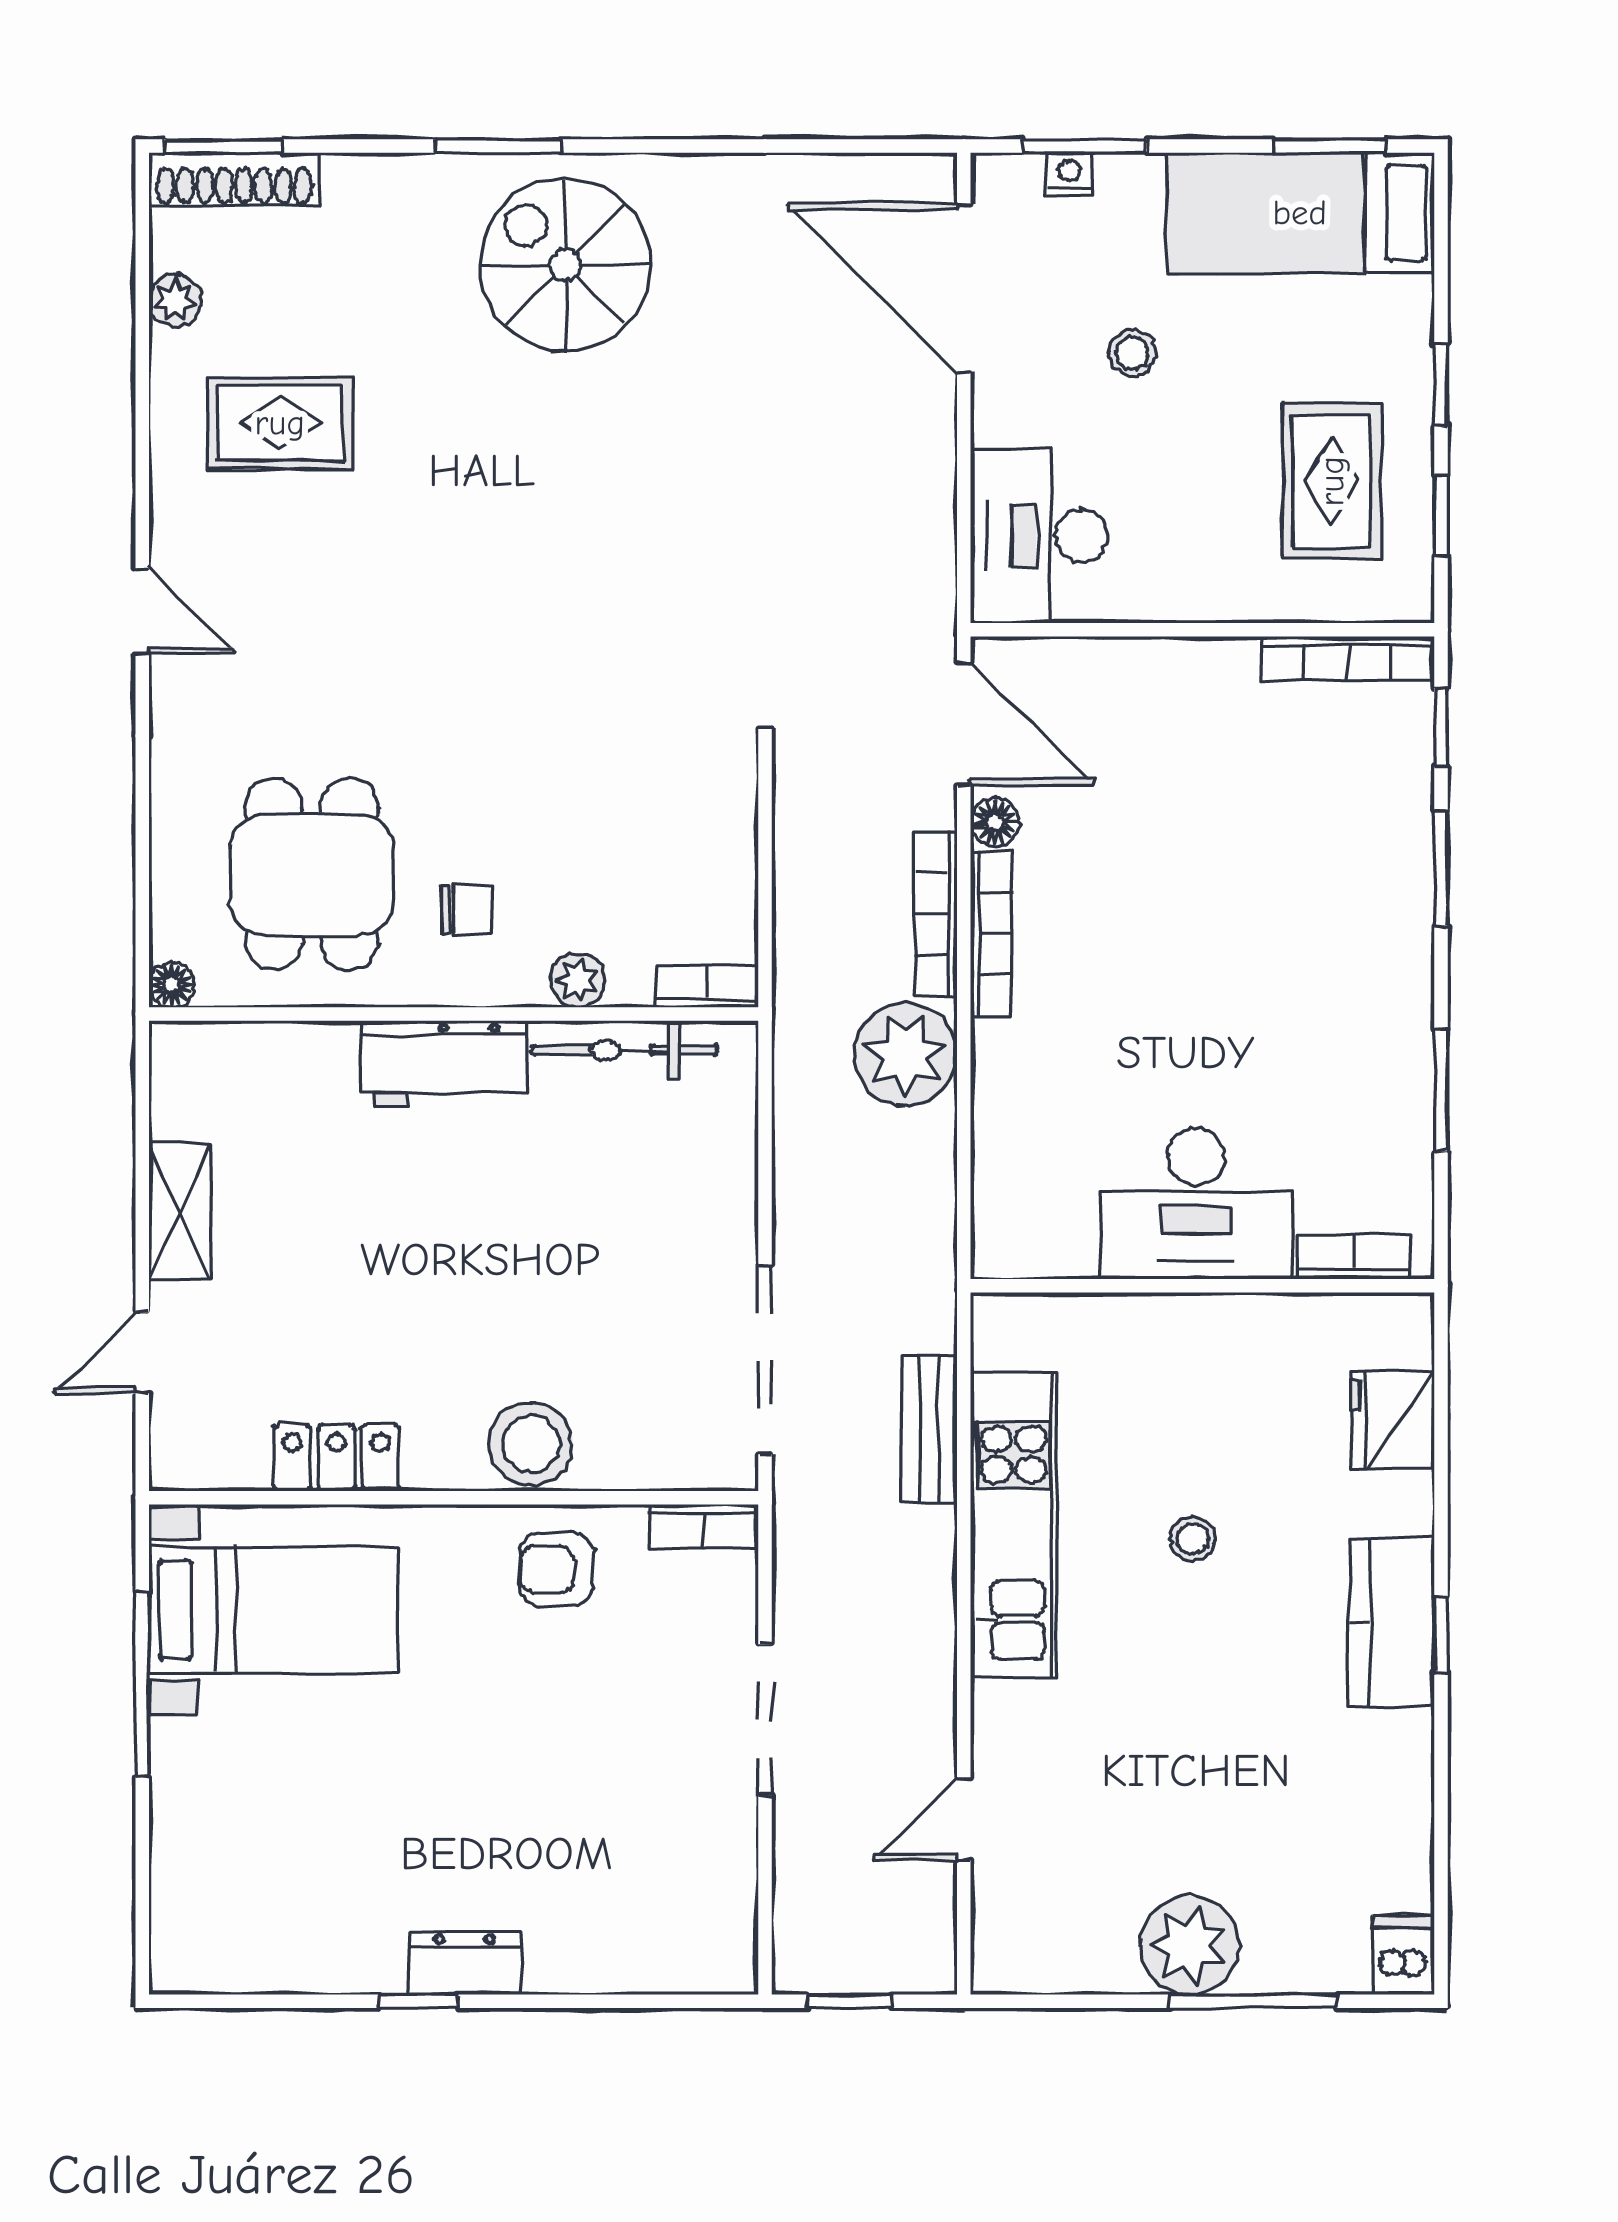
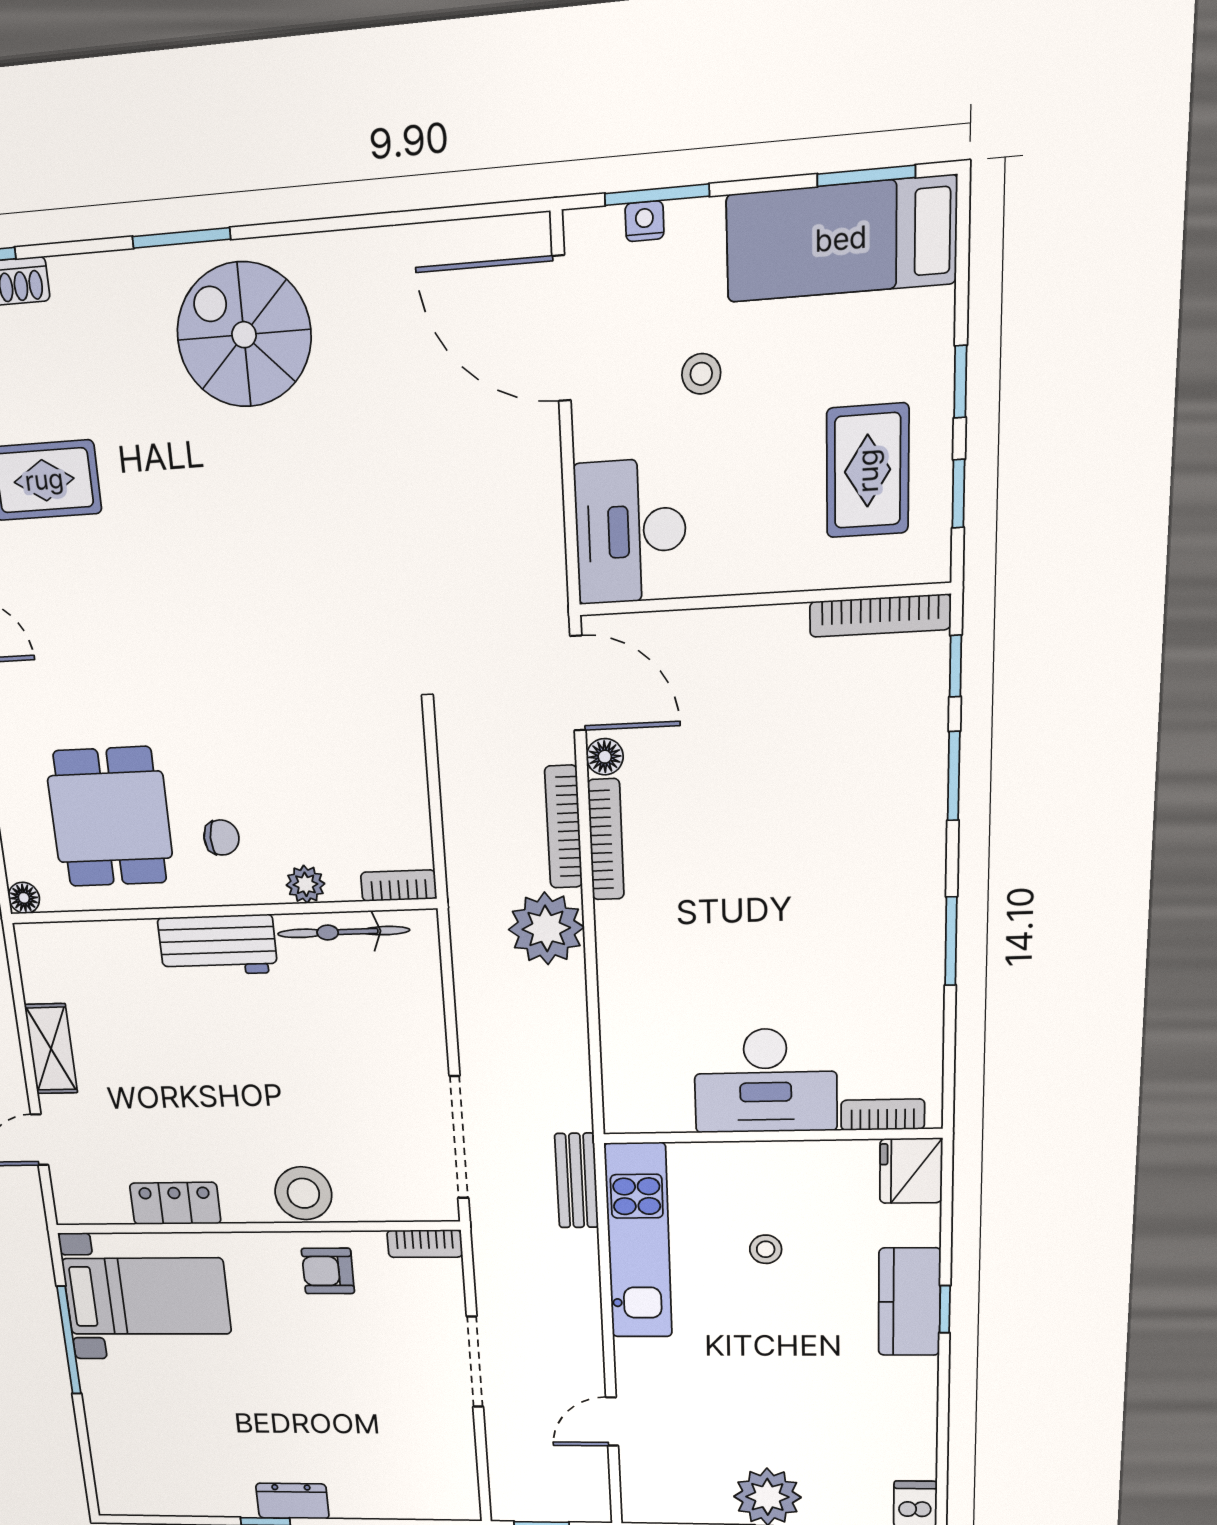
desk: (1196, 1203) -> (766, 1081), moved
bookcase: (1354, 1257) -> (883, 1115), moved
wall: (1202, 1286) -> (771, 1136), moved

